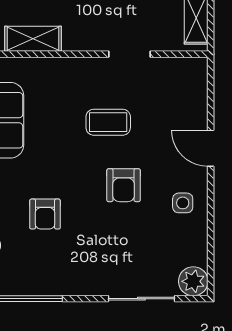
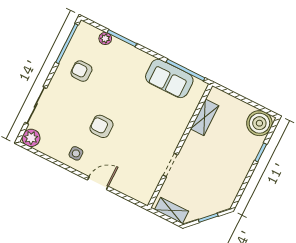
coffee table: (108, 122) -> (139, 135), removed
armchair: (45, 214) -> (81, 71), moved

